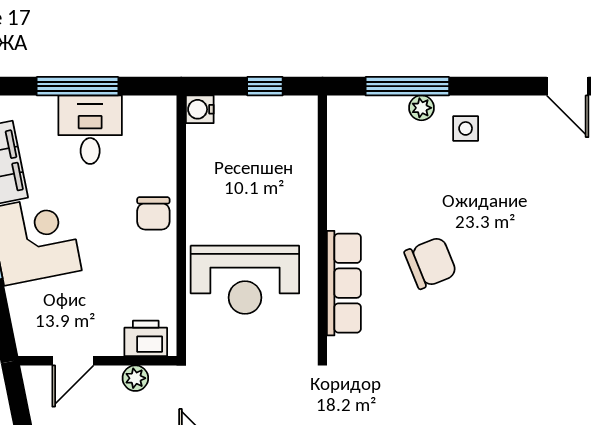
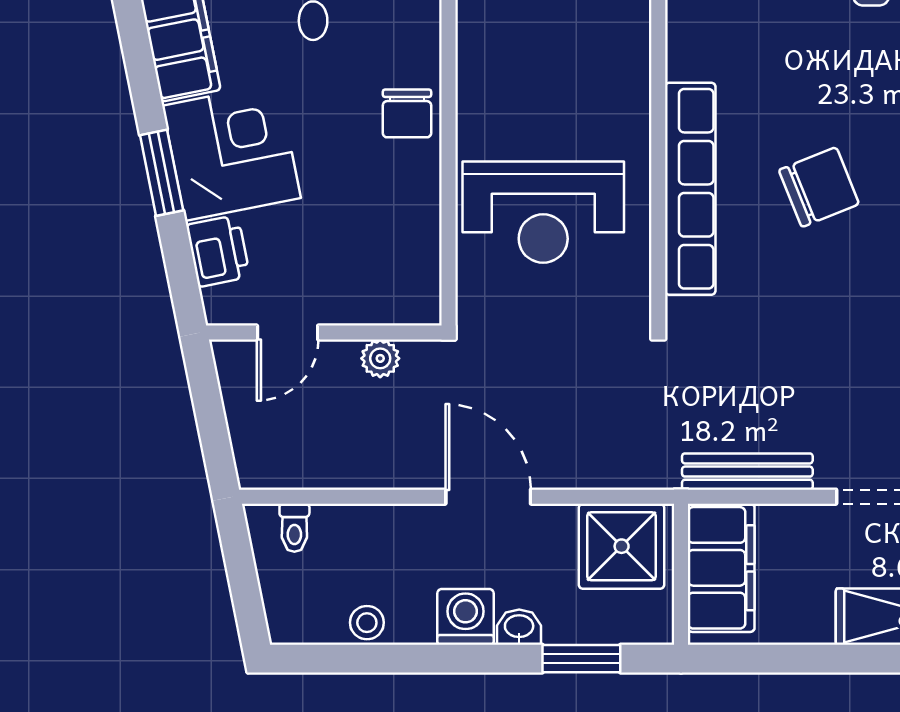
row of seats: (344, 283) -> (690, 189), width x1.36
printer: (146, 338) -> (218, 251), moved, turned 79

